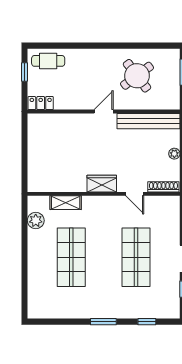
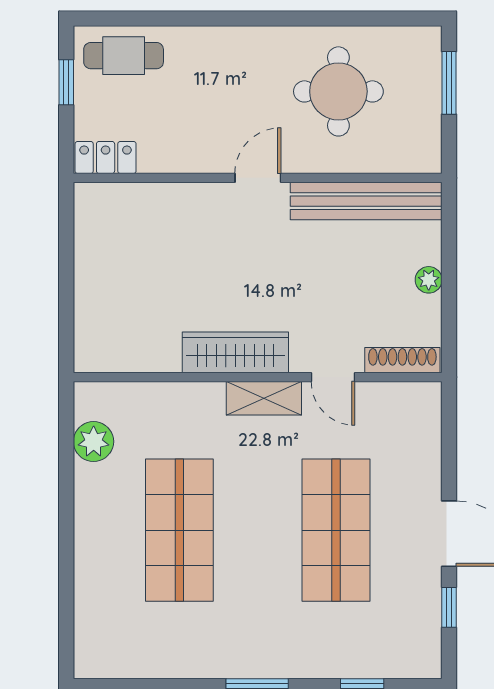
round table: (137, 76) -> (338, 91), turned 37
wardrobe: (102, 184) -> (235, 352), width x1.50
shelving: (66, 203) -> (264, 398), moved

